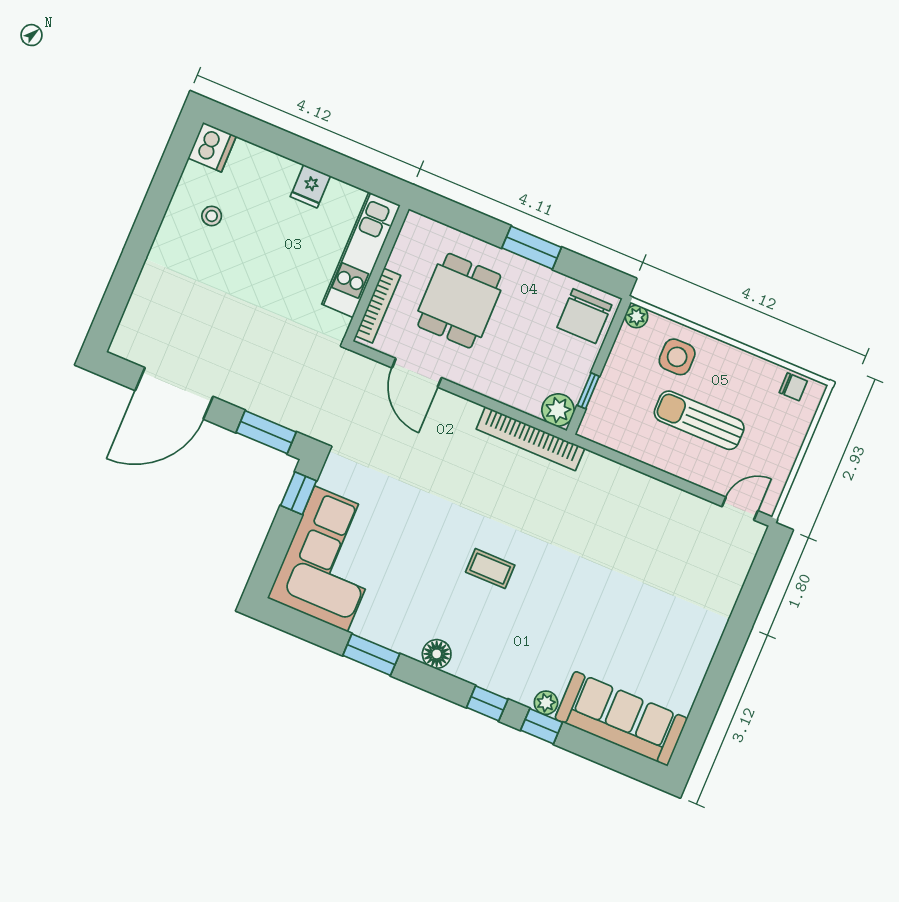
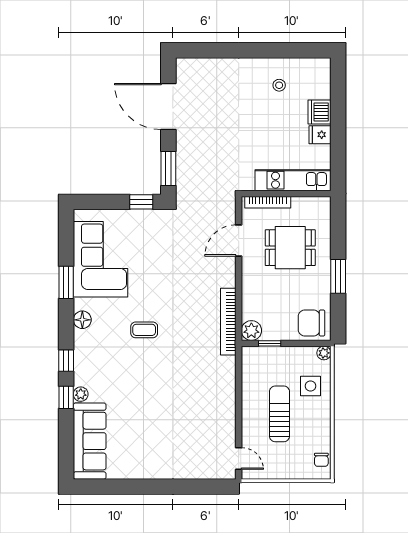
dishwasher: (212, 147) -> (319, 112), moved, turned 90
corner sofa: (331, 559) -> (100, 259), moved, turned -90
coffee table: (490, 569) -> (144, 330), turned 90

